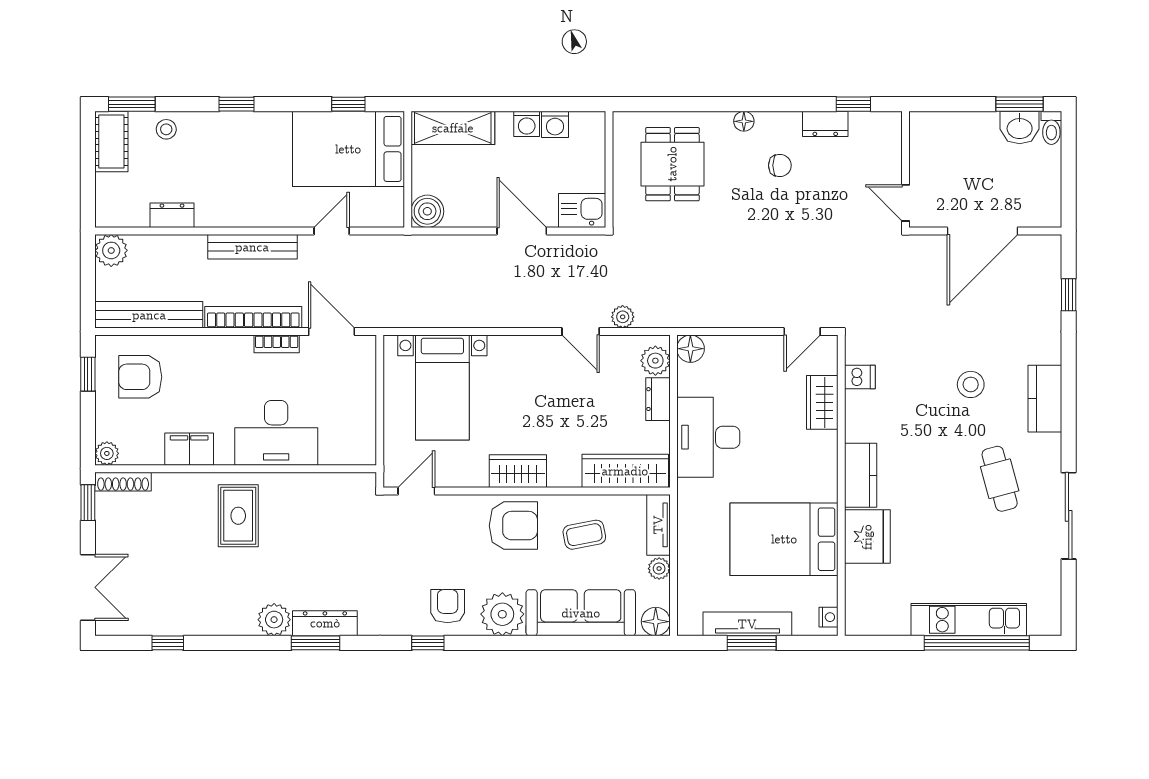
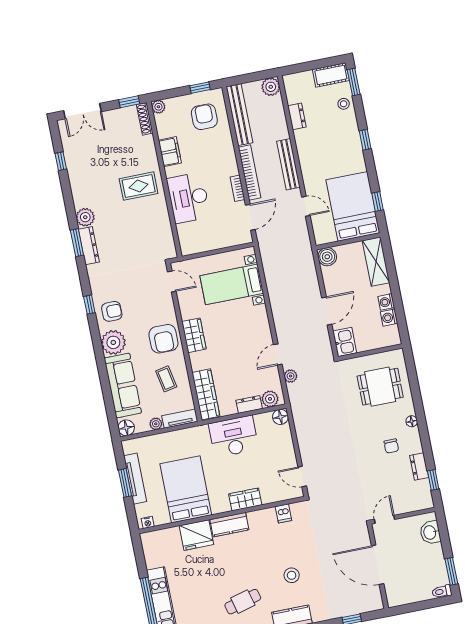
washbasin: (1020, 128) -> (430, 532), moved
wardrobe: (822, 402) -> (245, 499), moved

